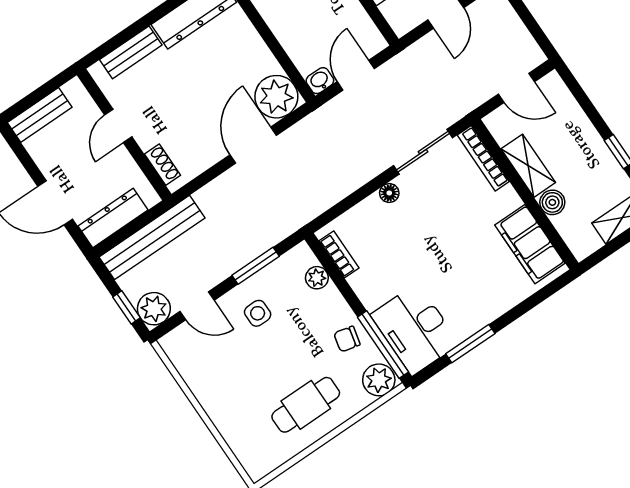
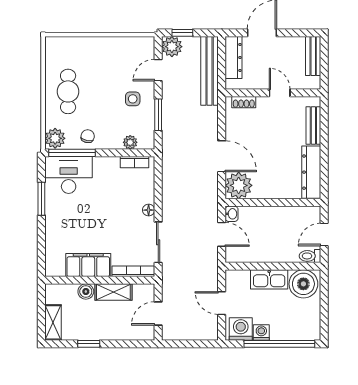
filing cabinet: (530, 244) -> (88, 265), moved

